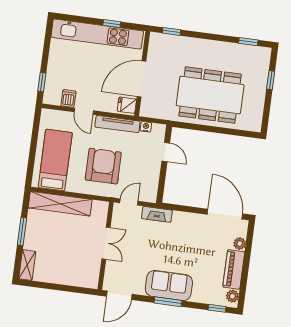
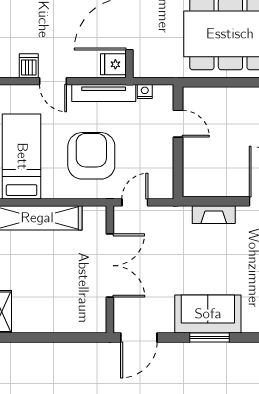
fireplace: (157, 214) -> (214, 215), moved
double door: (106, 243) -> (110, 266), width x1.37

